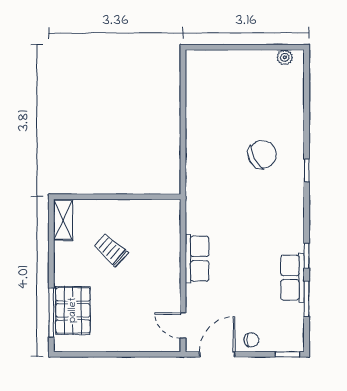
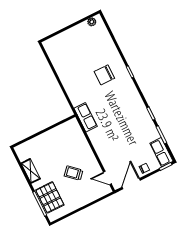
chair: (262, 154) -> (104, 75), turned -152
shelving: (63, 220) -> (31, 171), moved
trolley: (111, 250) -> (74, 173), moved
row of seats: (197, 259) -> (86, 117), moved
row of seats: (293, 278) -> (161, 152), moved

